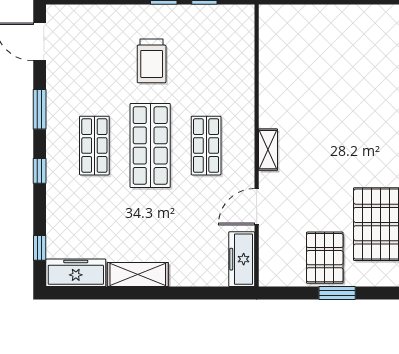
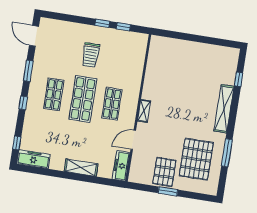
shelving: (138, 275) -> (81, 168), moved

